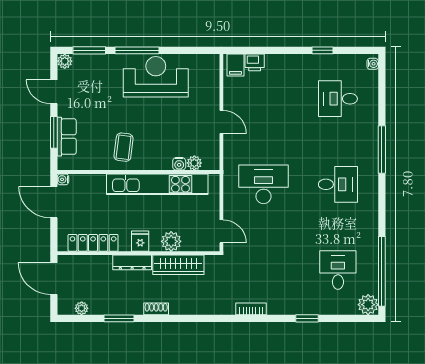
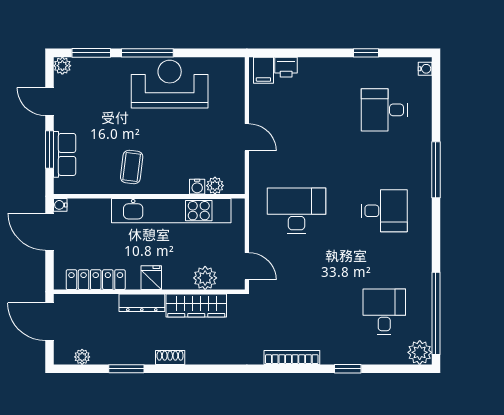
plant: (171, 241) -> (205, 278), moved
bookcase: (251, 309) -> (292, 357), width x1.56

